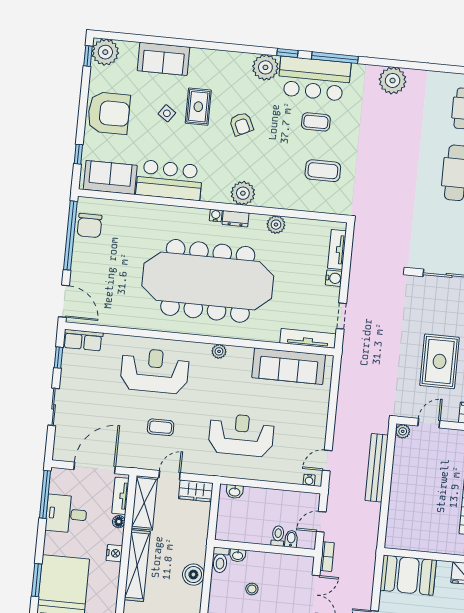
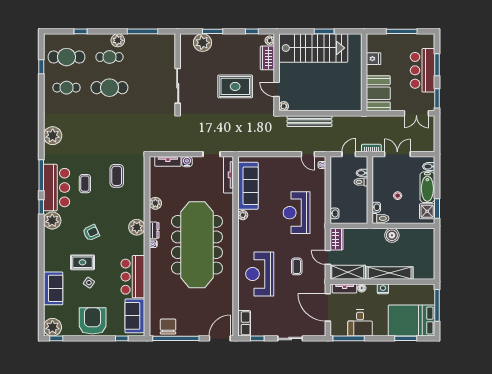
chair: (90, 226) -> (168, 326), turned -90
plant: (219, 351) -> (243, 215), moved
door: (321, 522) -> (349, 154), swing flipped

